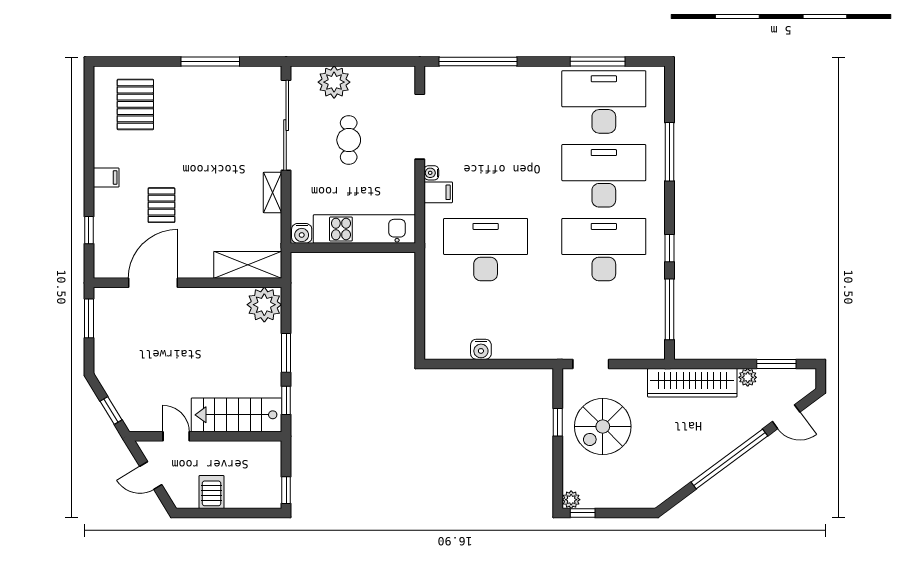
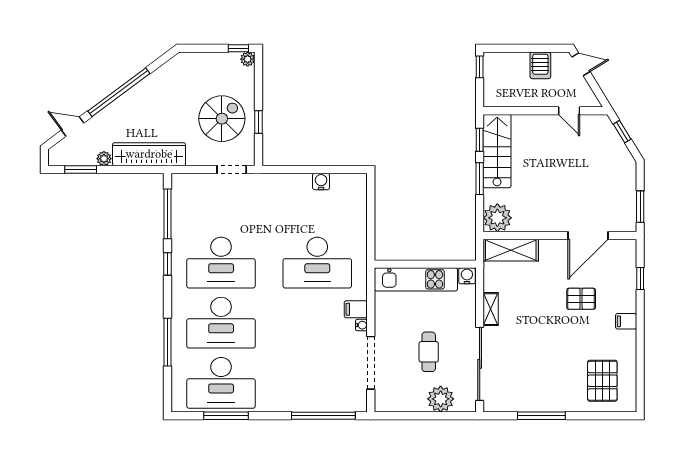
pallet: (161, 205) -> (581, 299), turned 90
stairs: (237, 415) -> (497, 151), moved, turned -90
door: (151, 476) -> (581, 64), moved

